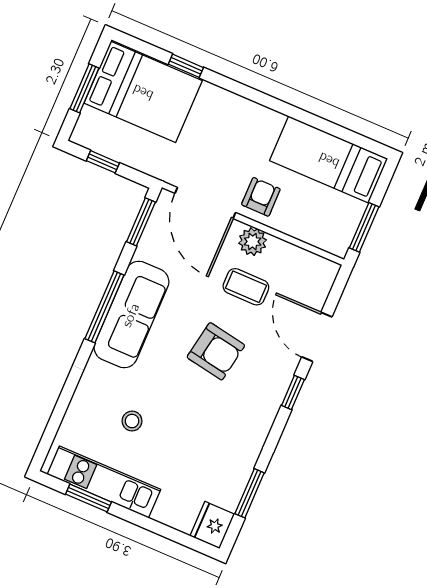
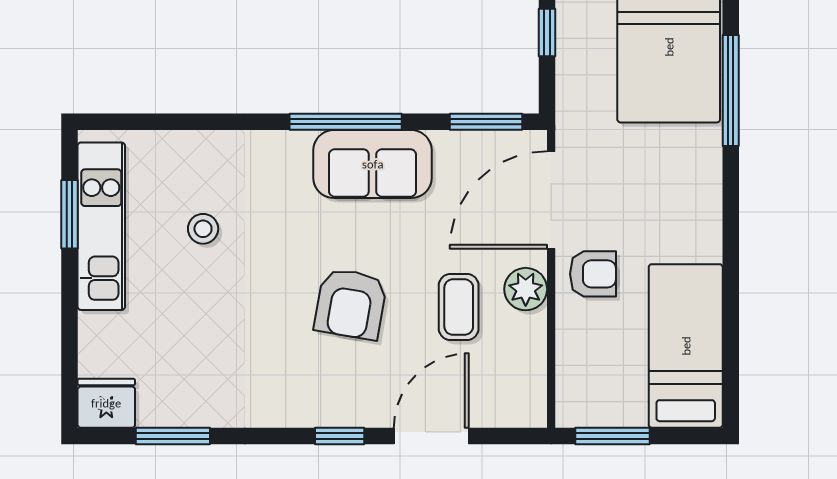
window: (186, 66) -> (731, 91), width x2.17
sofa: (131, 315) -> (373, 164), width x0.73

